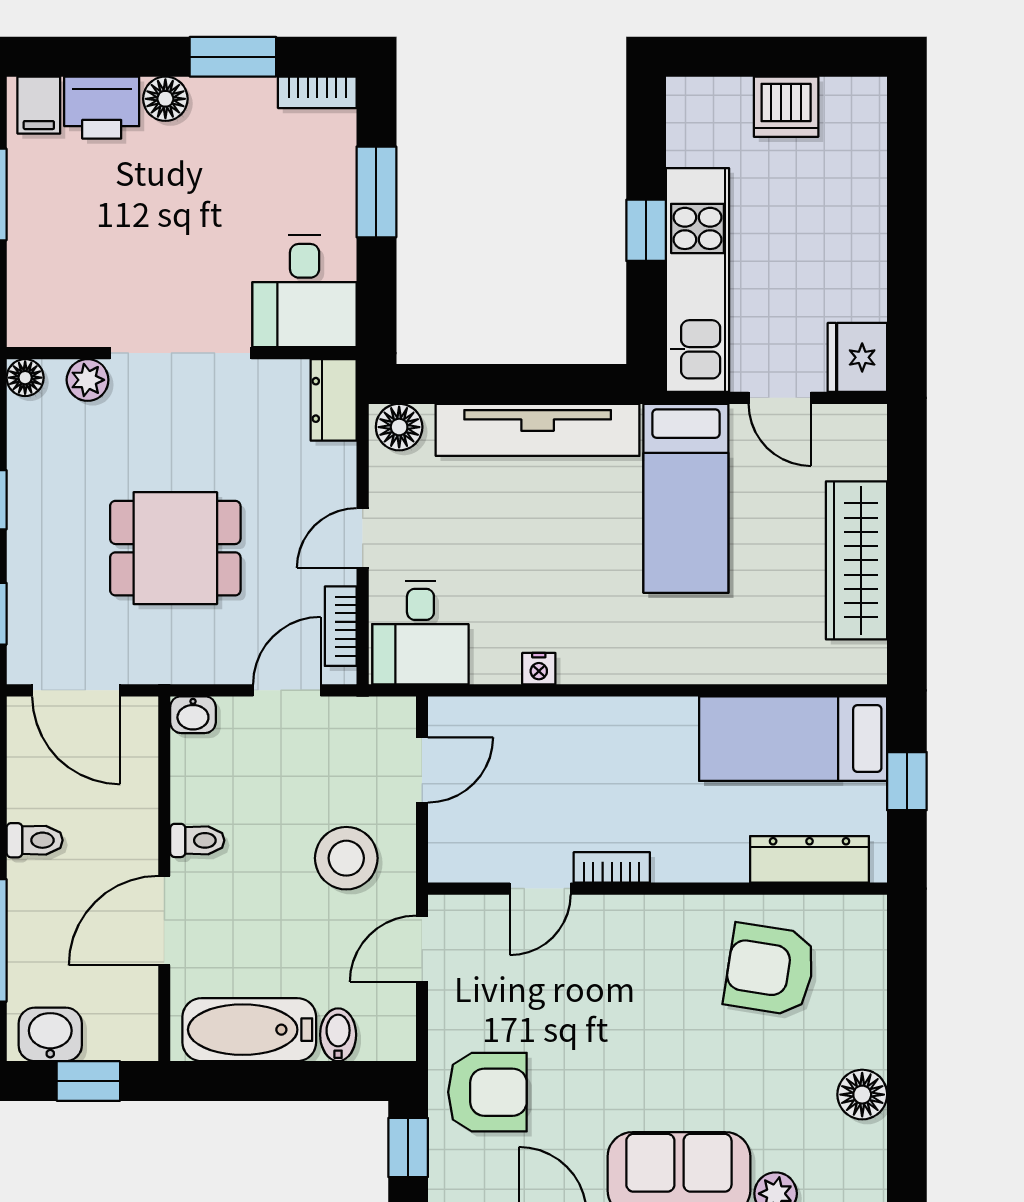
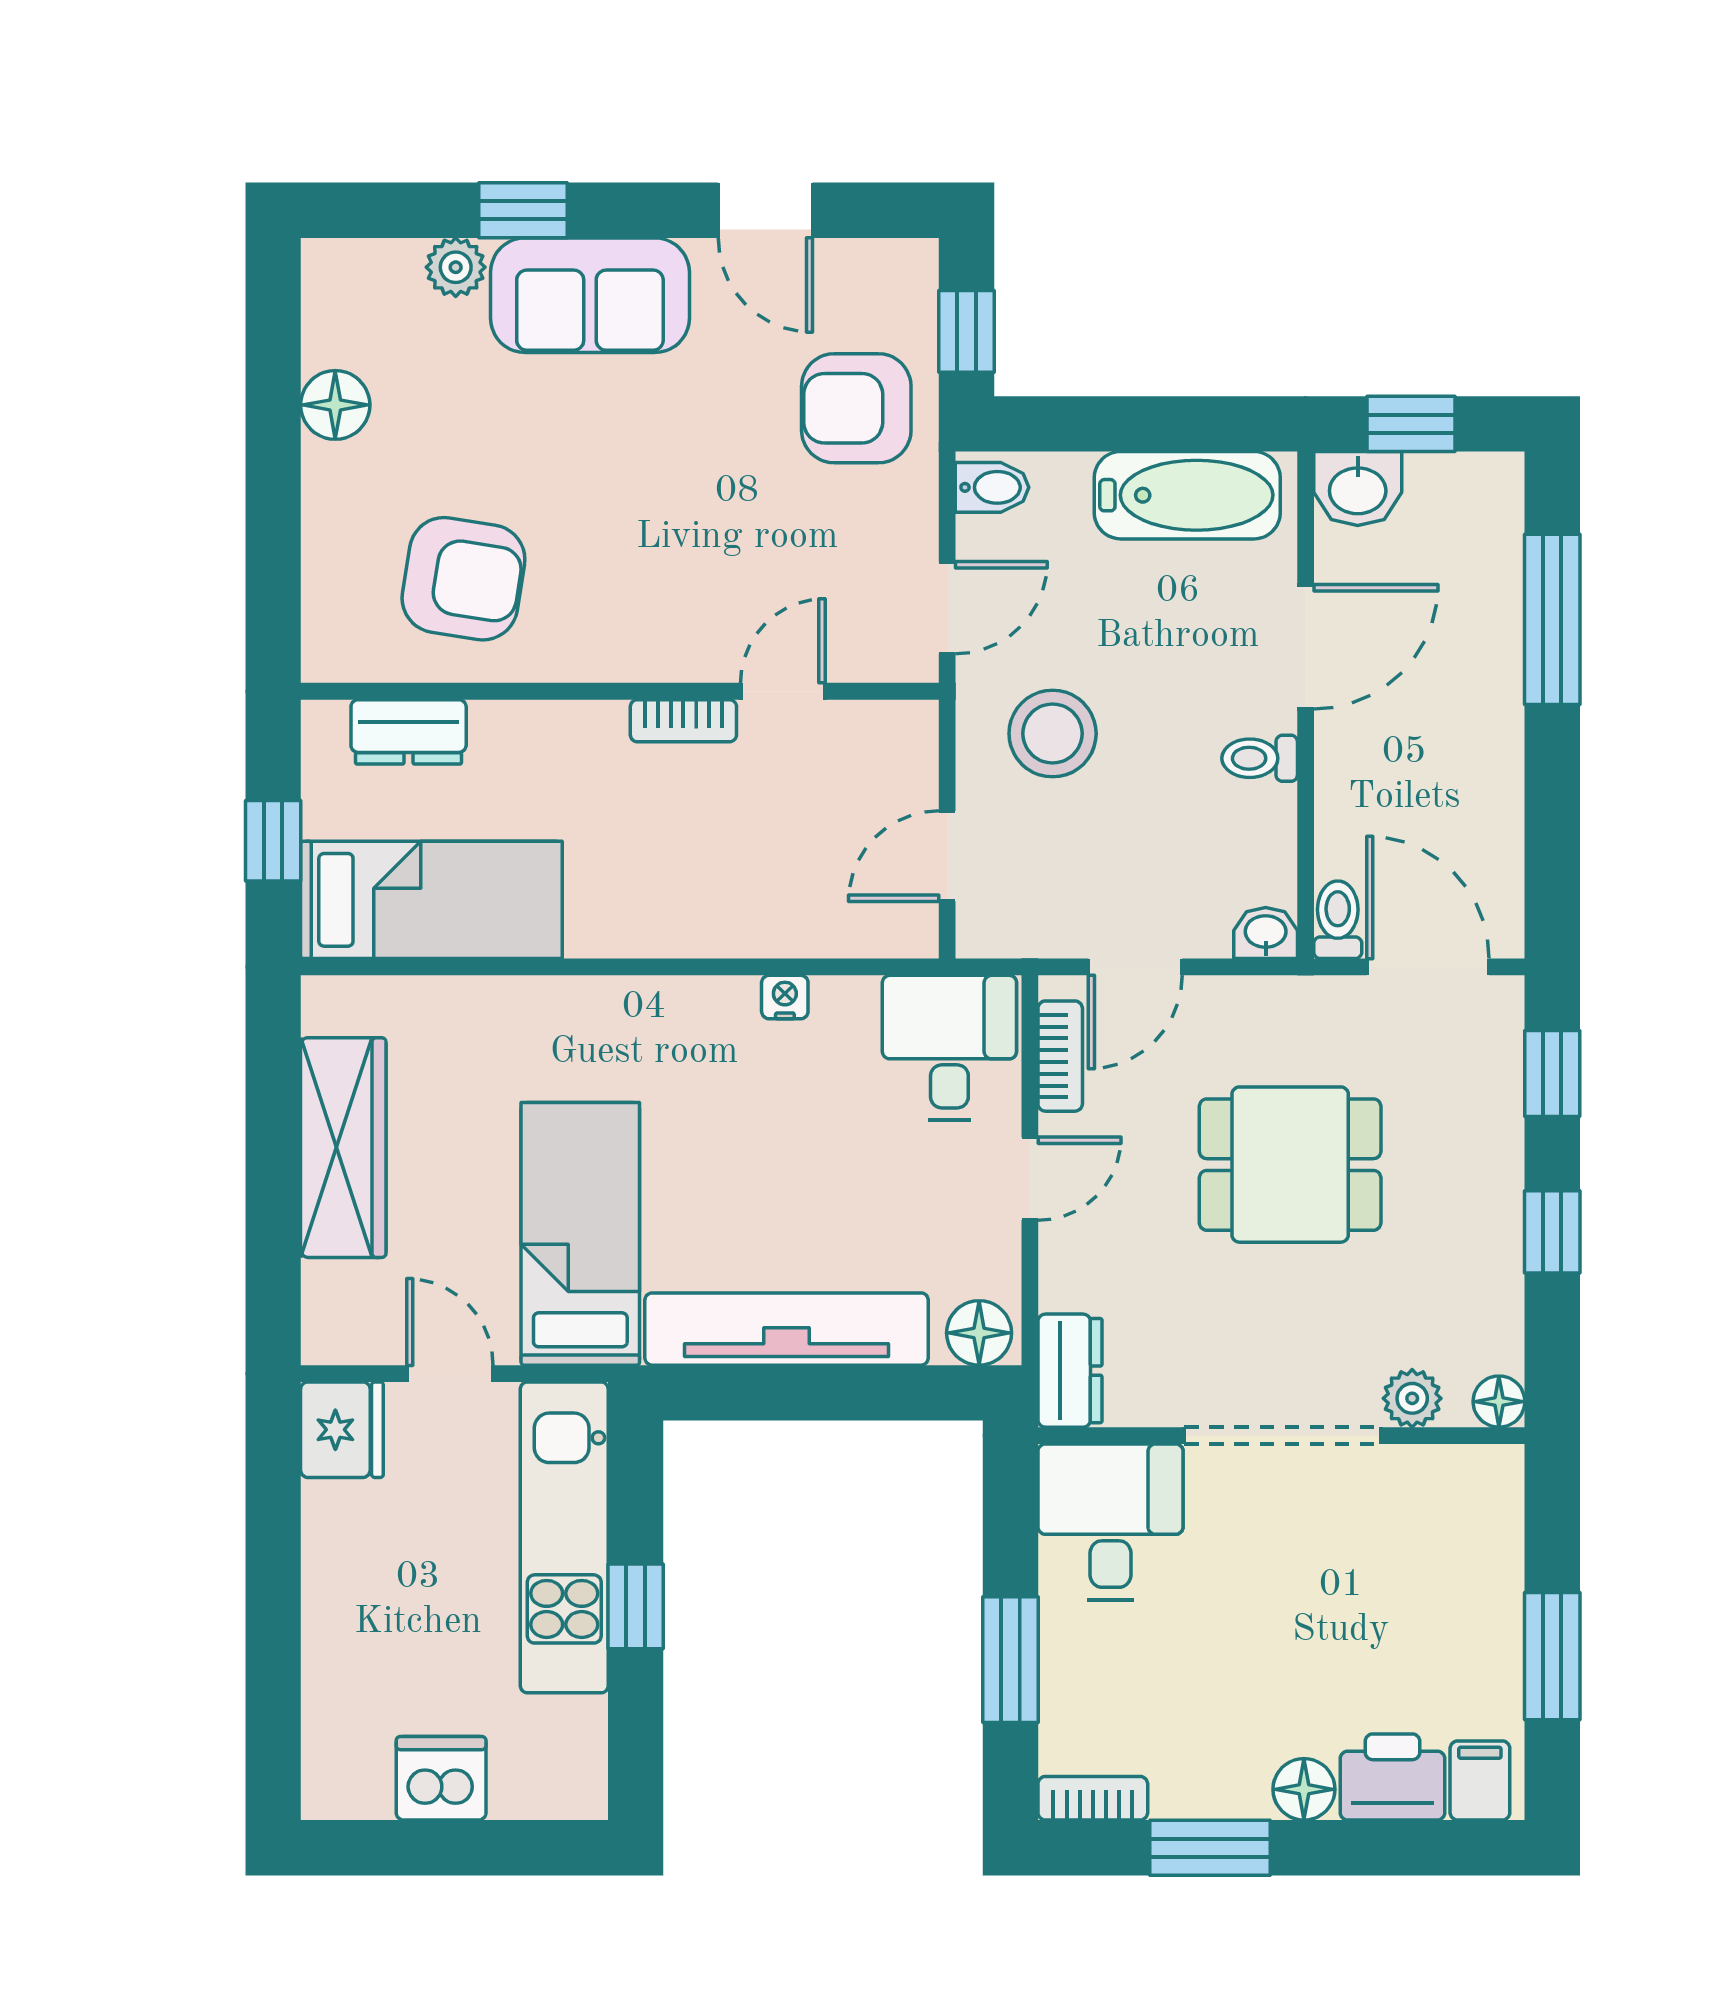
toilet: (35, 840) -> (1338, 920), moved, turned 90
dresser: (810, 859) -> (409, 732), width x0.70
washbasin: (50, 1034) -> (1358, 489), moved
bidet: (338, 1035) -> (992, 487), moved, turned -90

